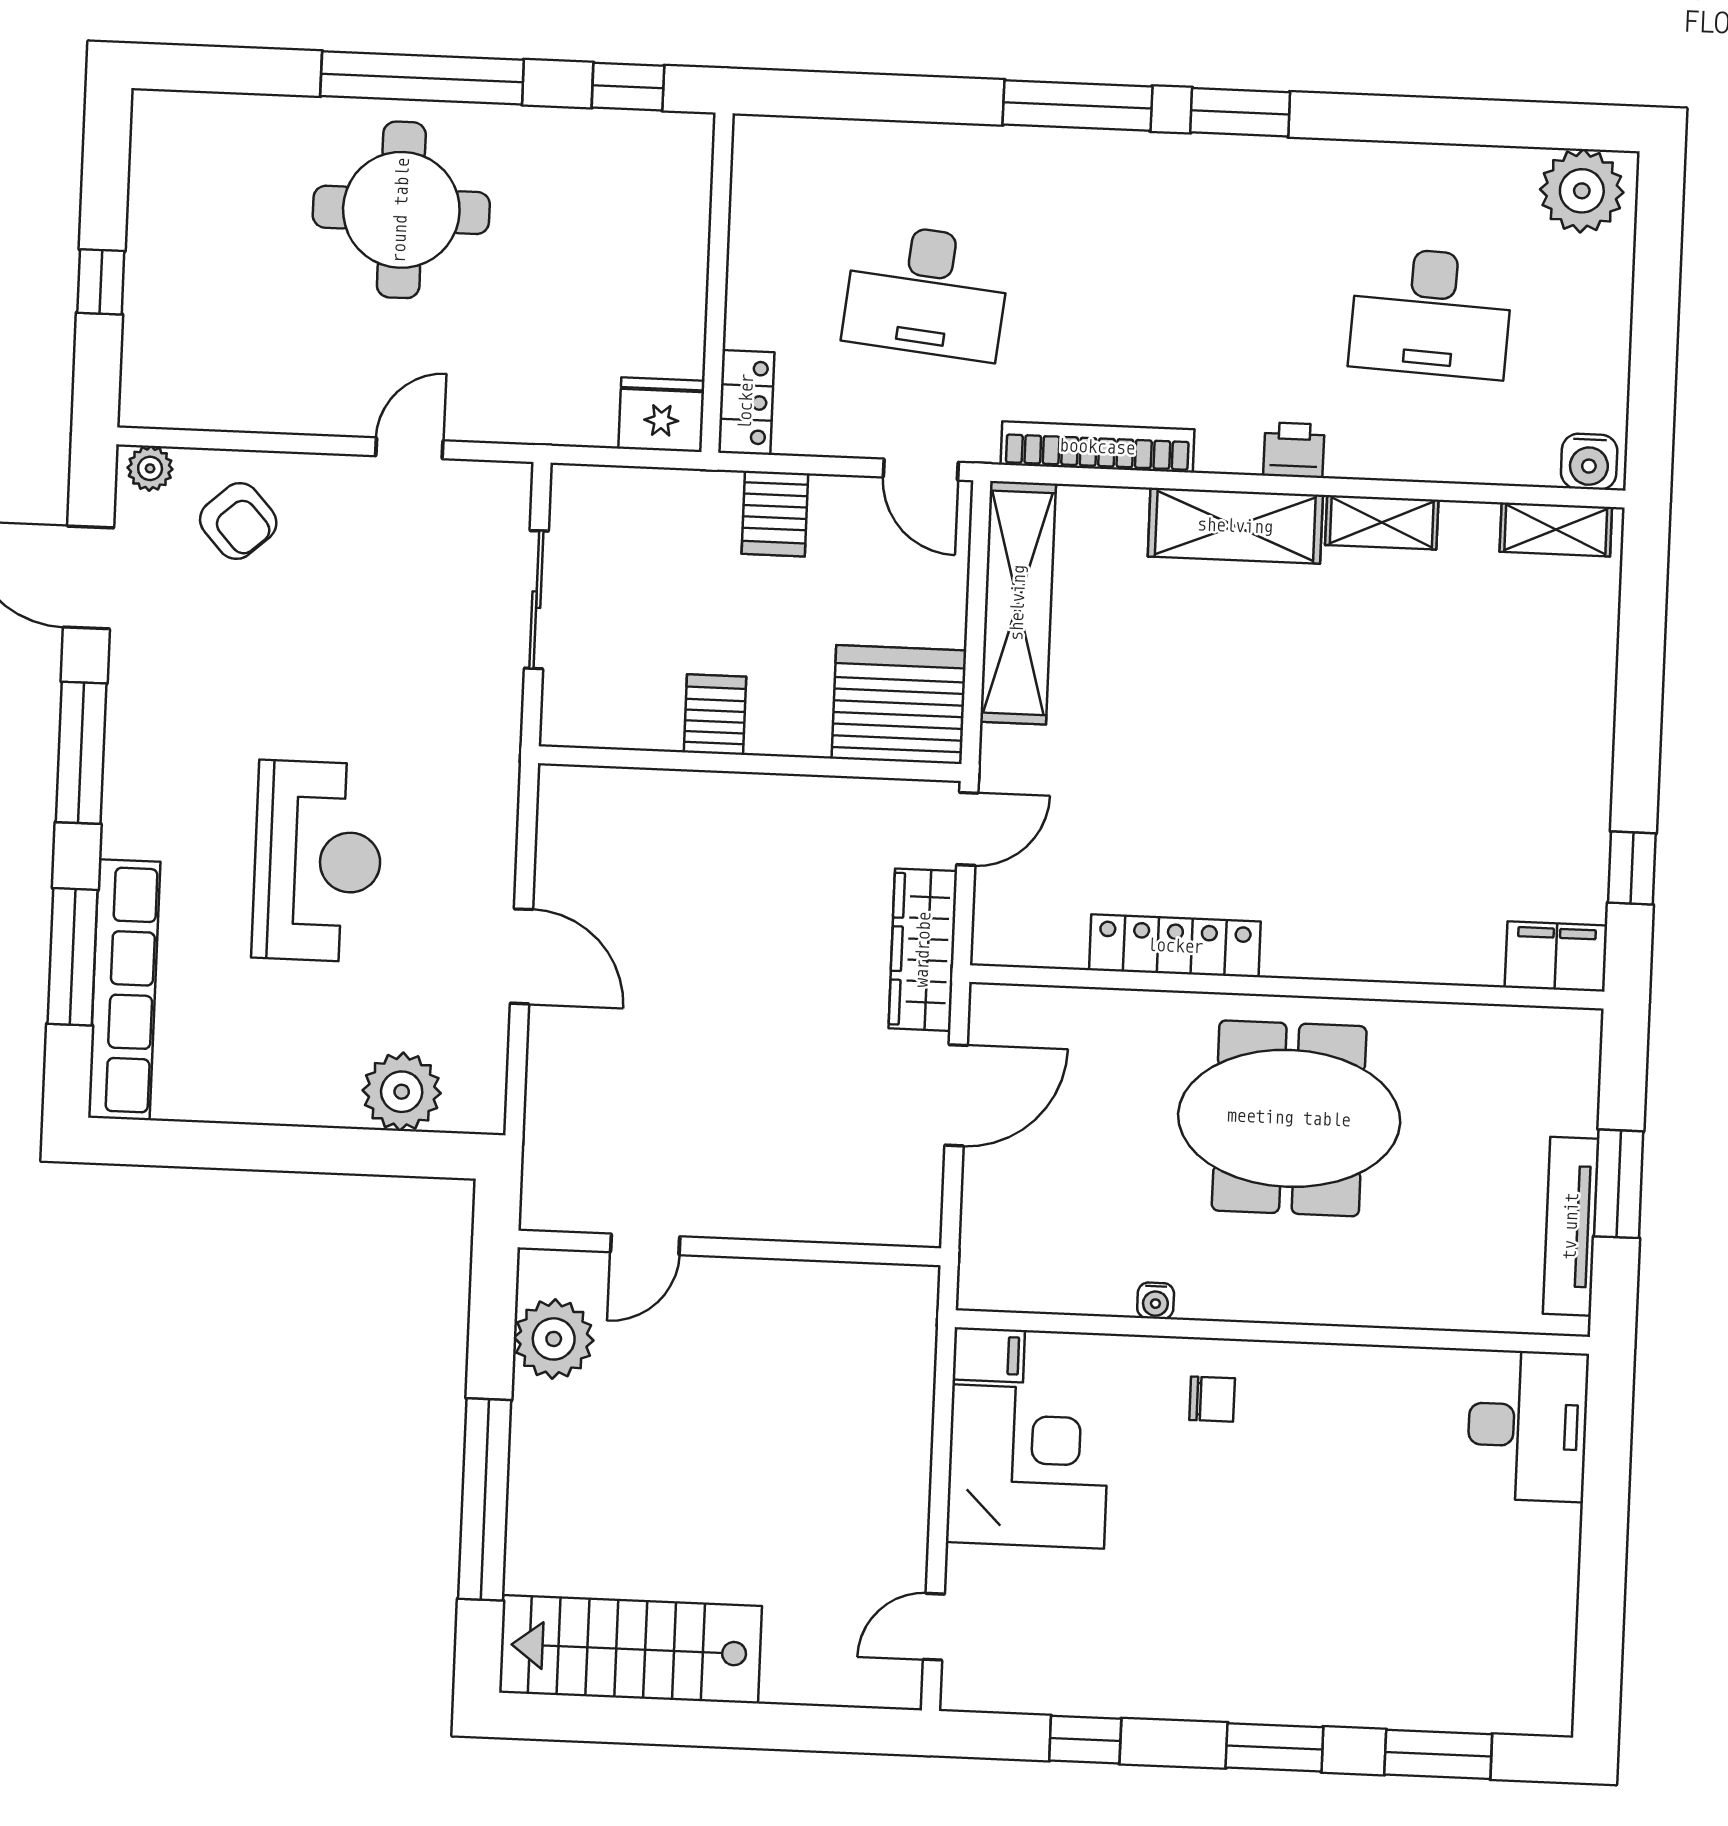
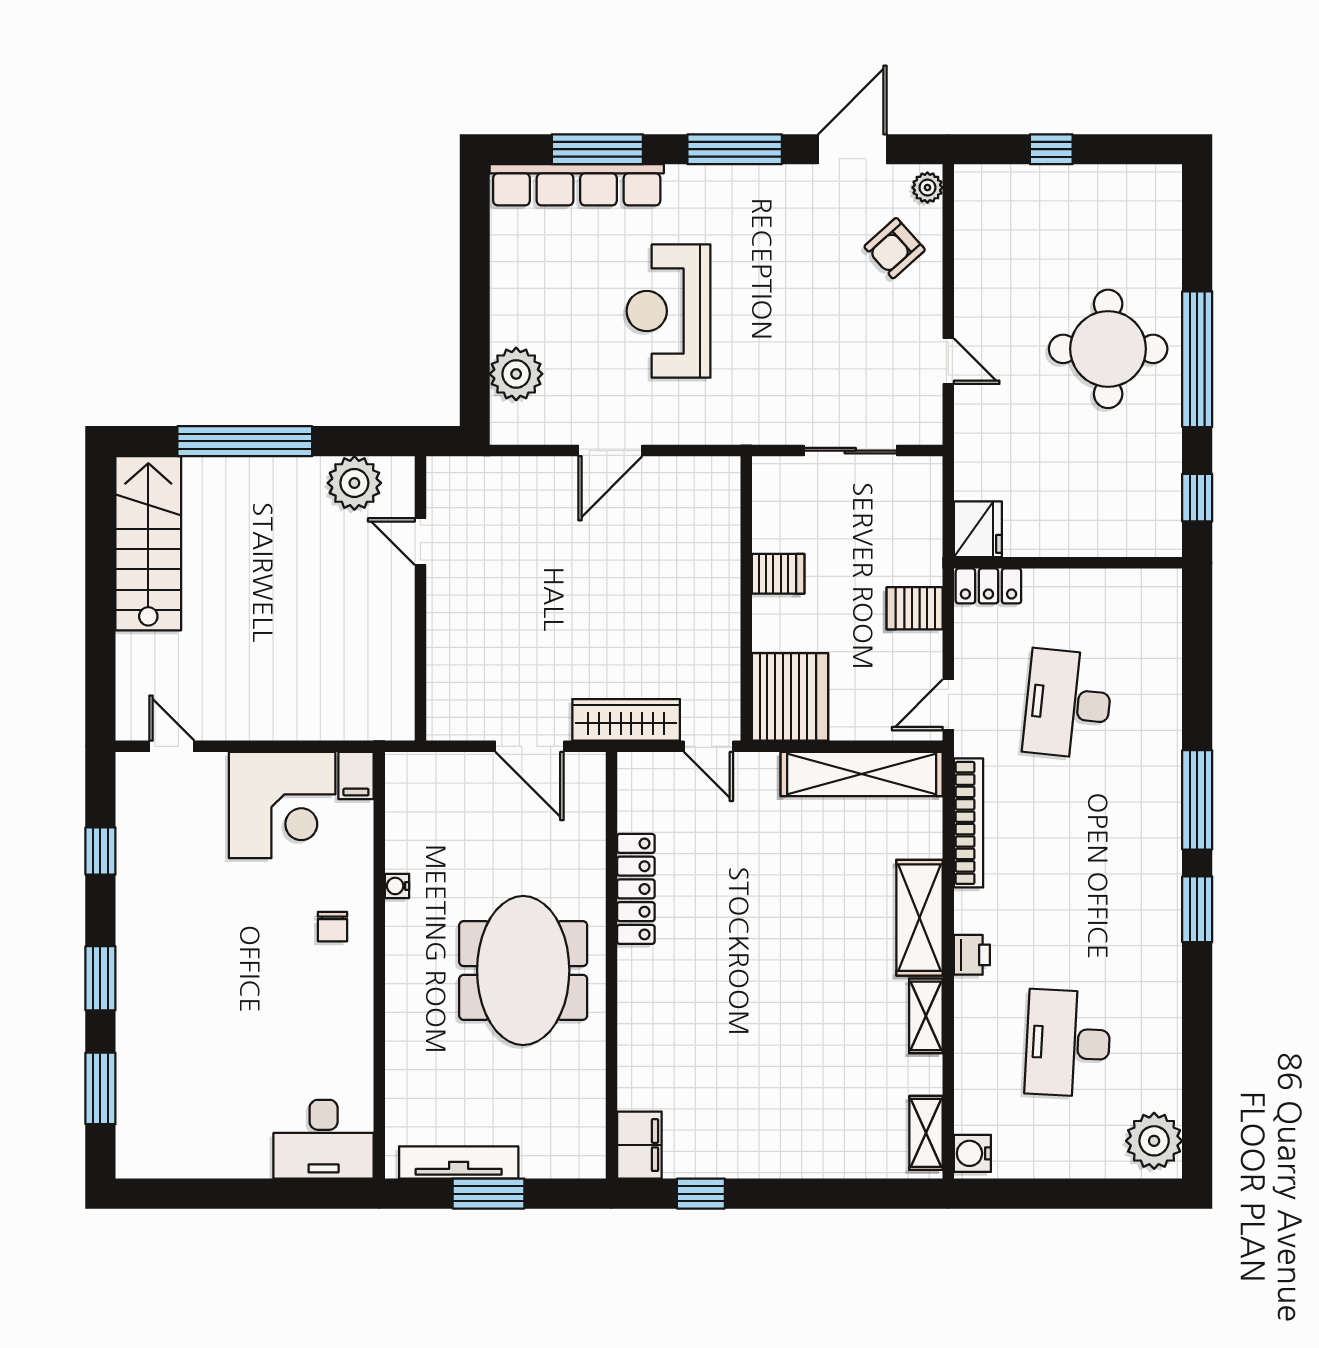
reception desk: (318, 861) -> (668, 311), turned 90

